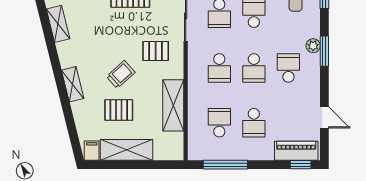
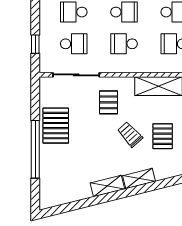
shelving: (58, 24) -> (107, 186), moved
school desk: (219, 68) -> (124, 44), turned 180

